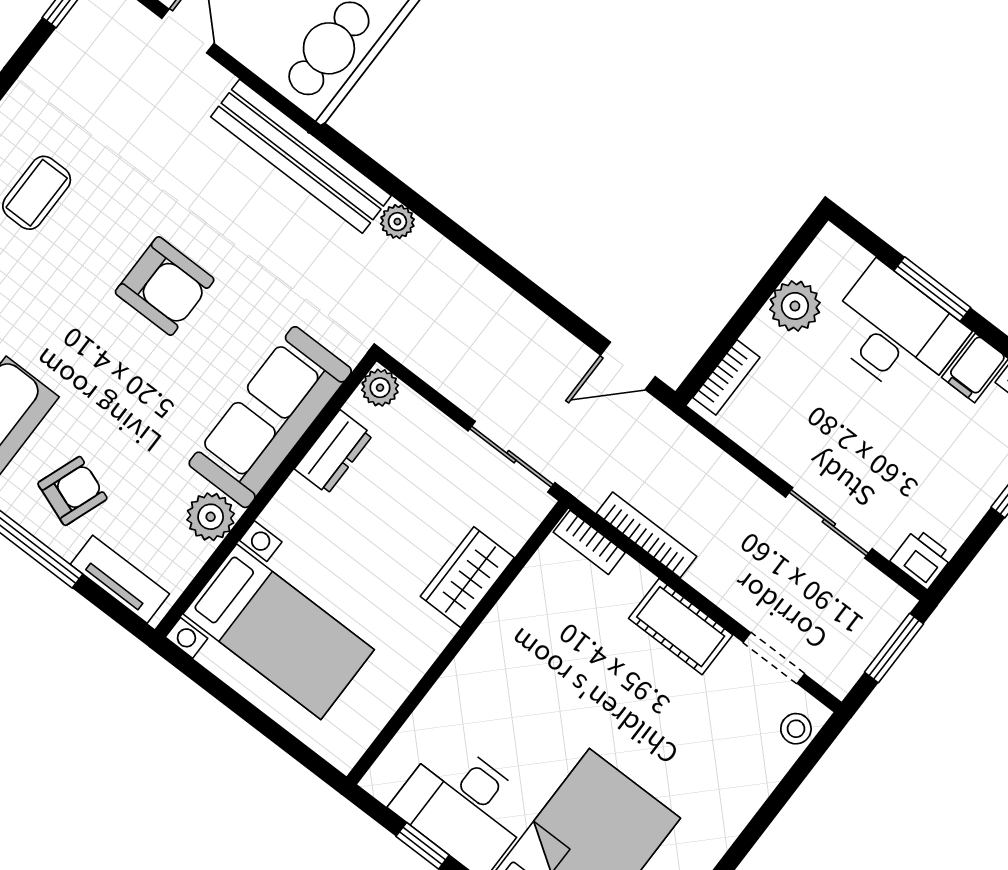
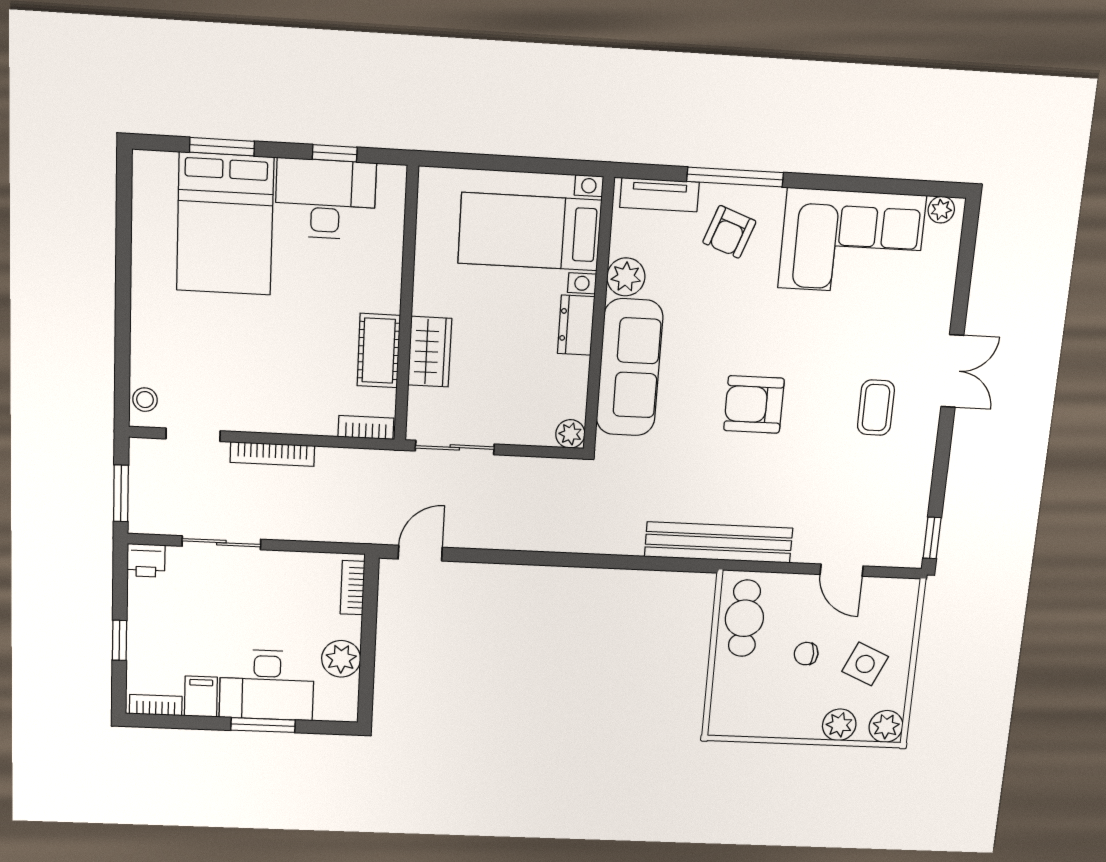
plant: (397, 222) -> (630, 543), removed
dresser: (334, 452) -> (576, 325), moved
bookcase: (646, 535) -> (272, 454), moved
cot: (681, 627) -> (379, 351), moved, turned 90

